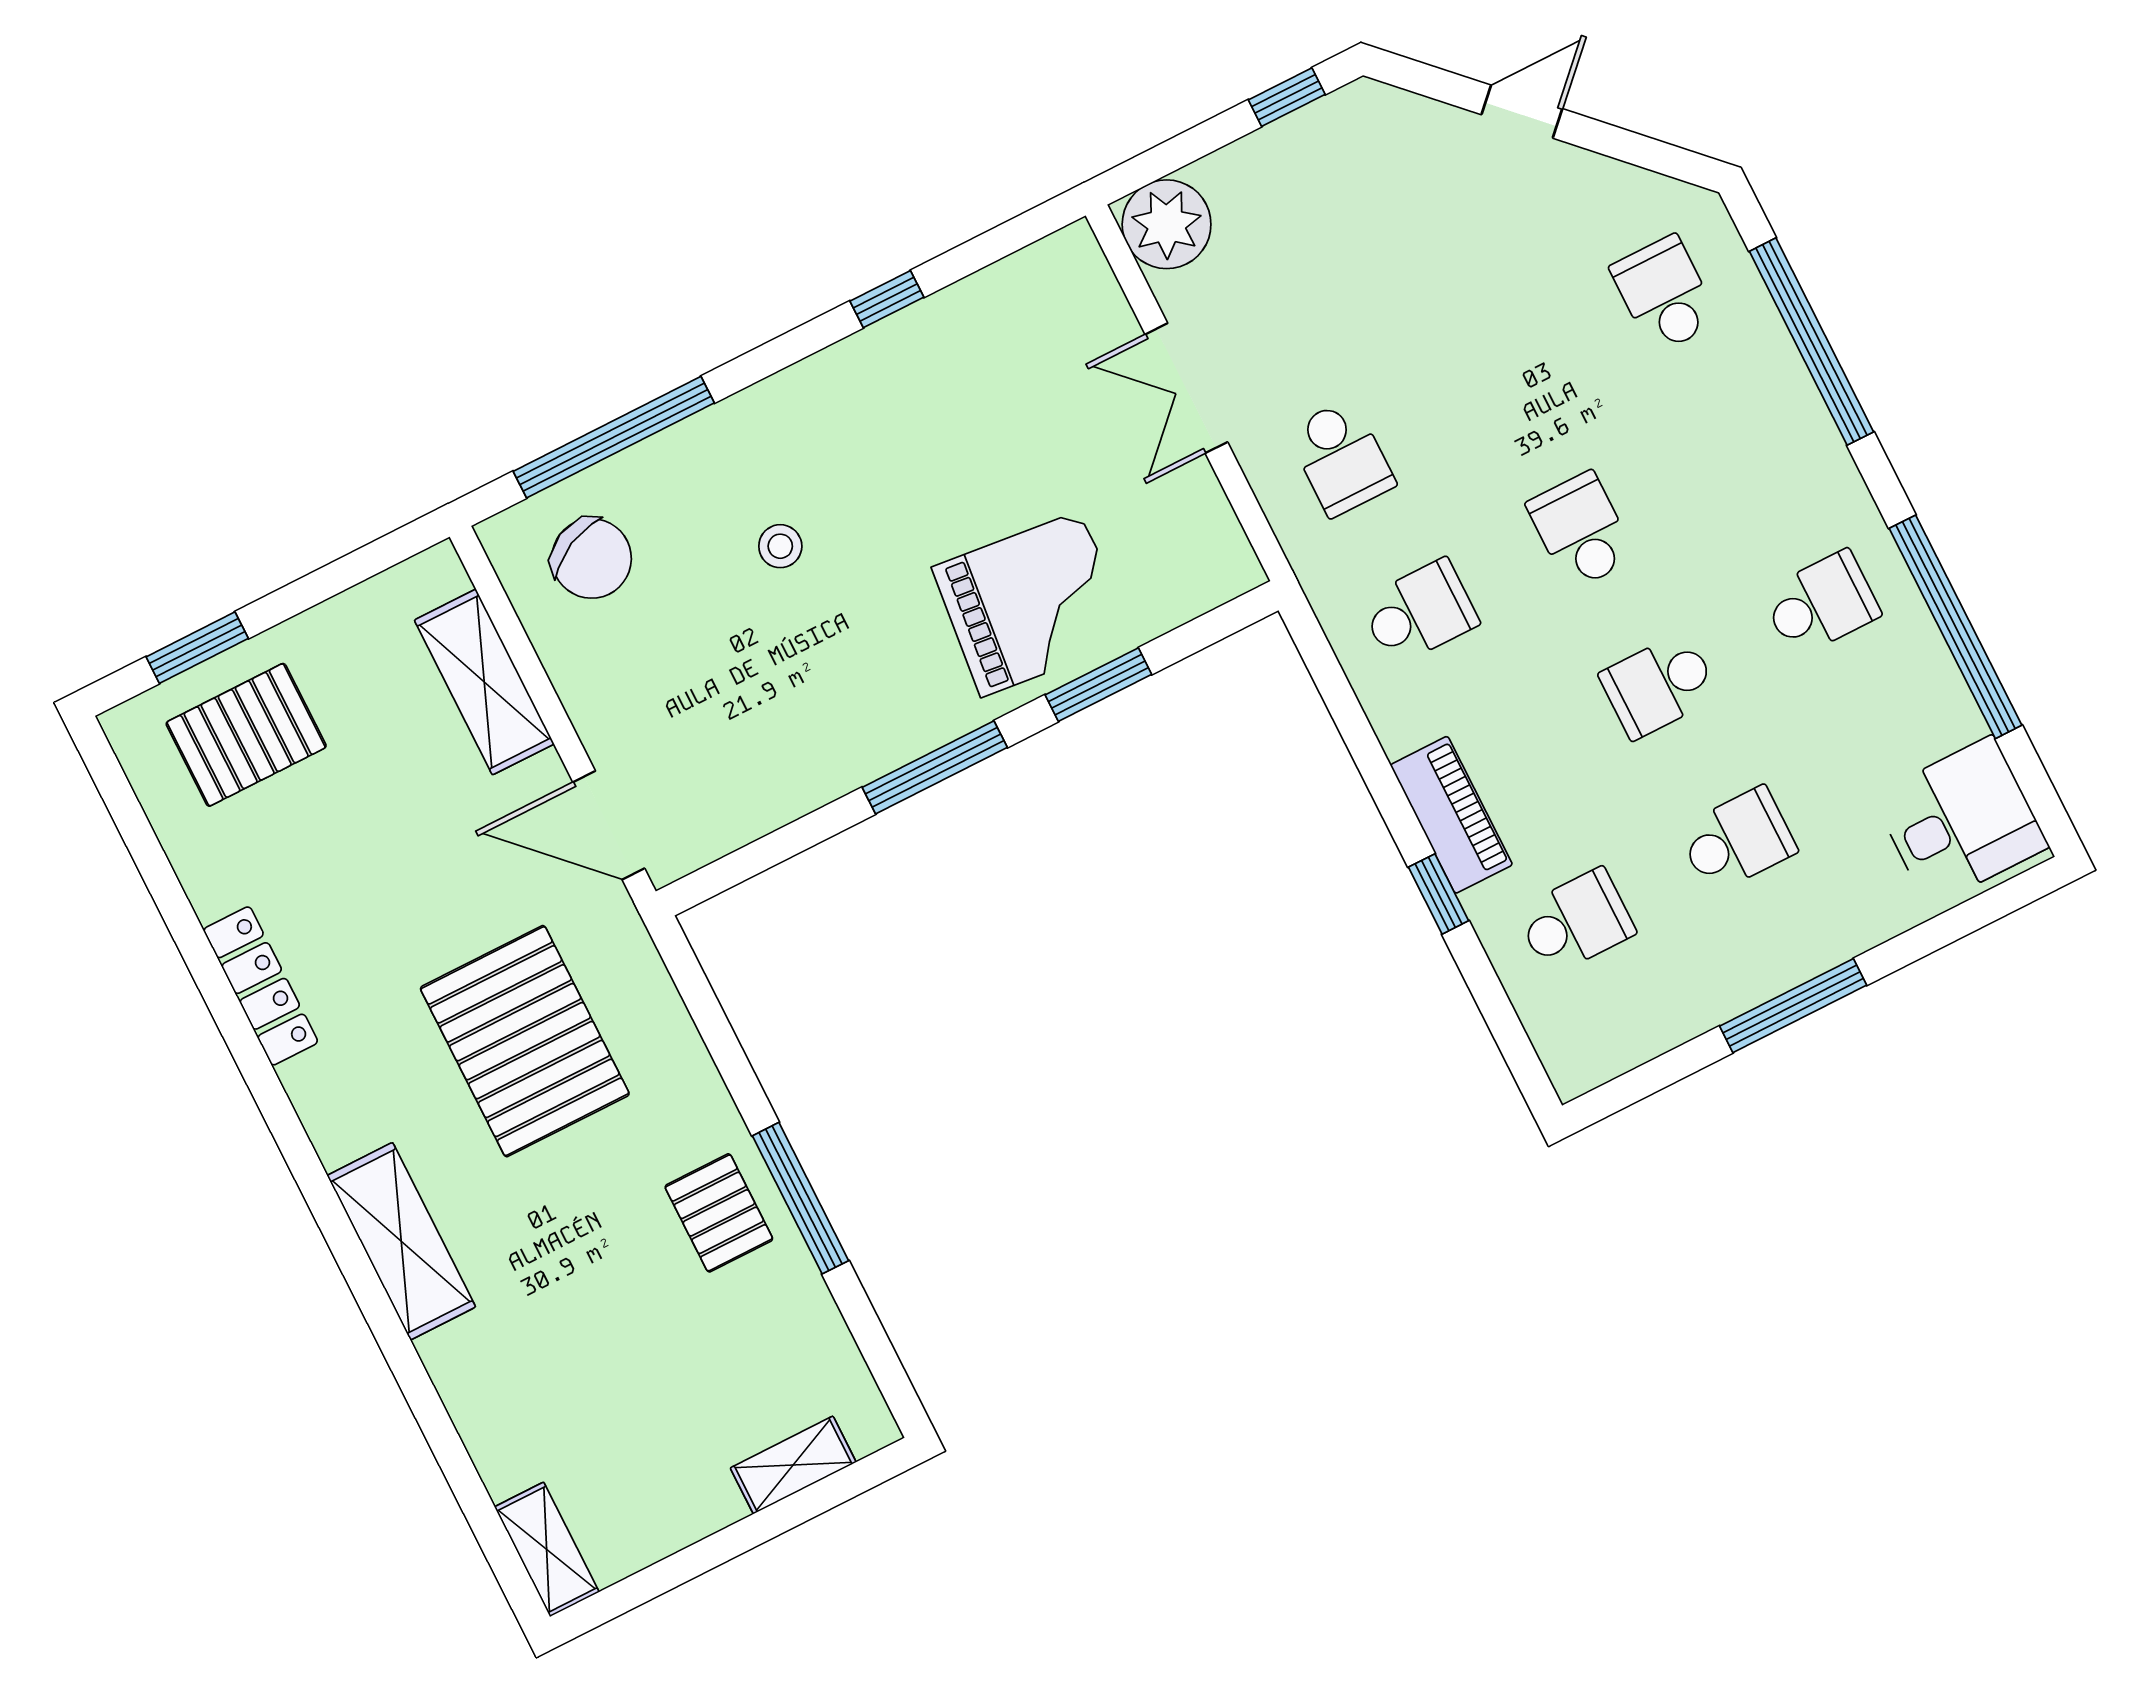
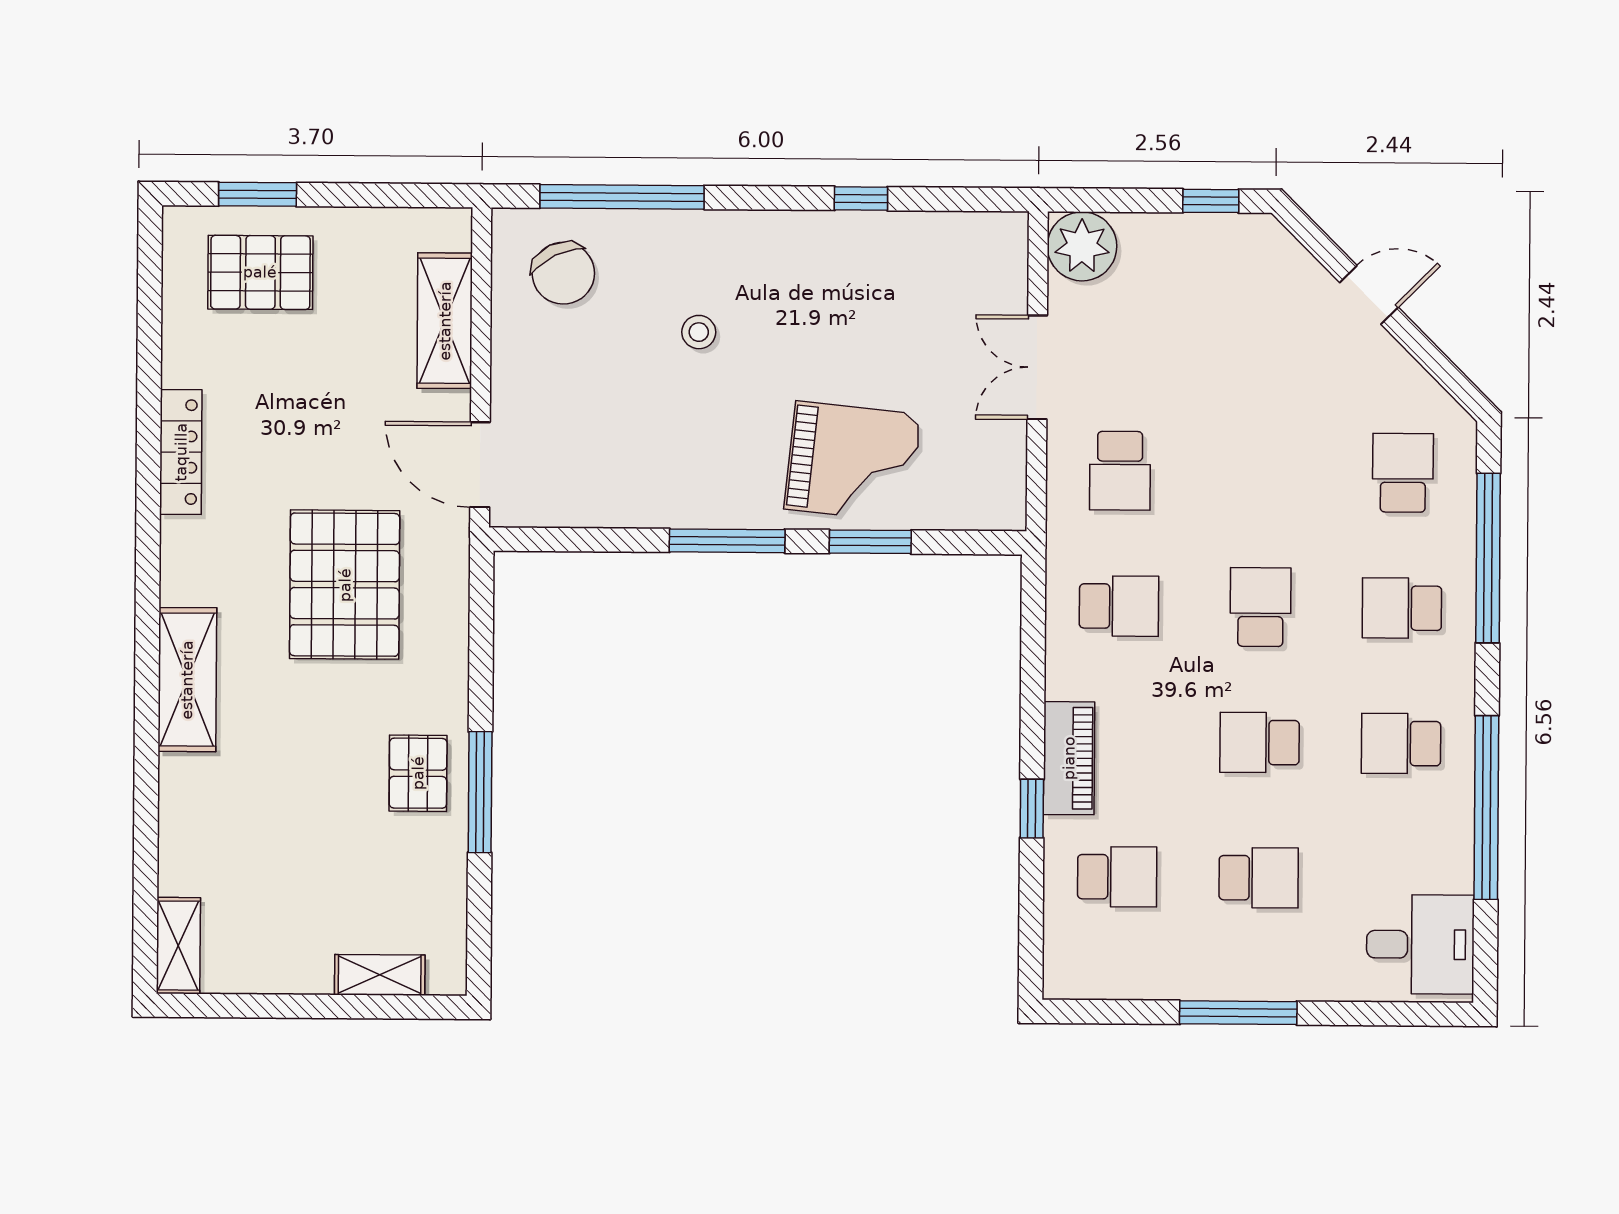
school desk: (1743, 449) -> (1402, 608), added
school desk: (1821, 604) -> (1401, 743), turned 180

